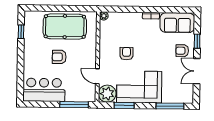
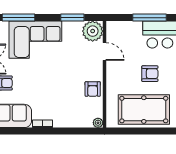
armchair: (126, 54) -> (93, 89), moved
corner sofa: (139, 87) -> (35, 40), moved
window: (74, 105) -> (149, 18), moved

